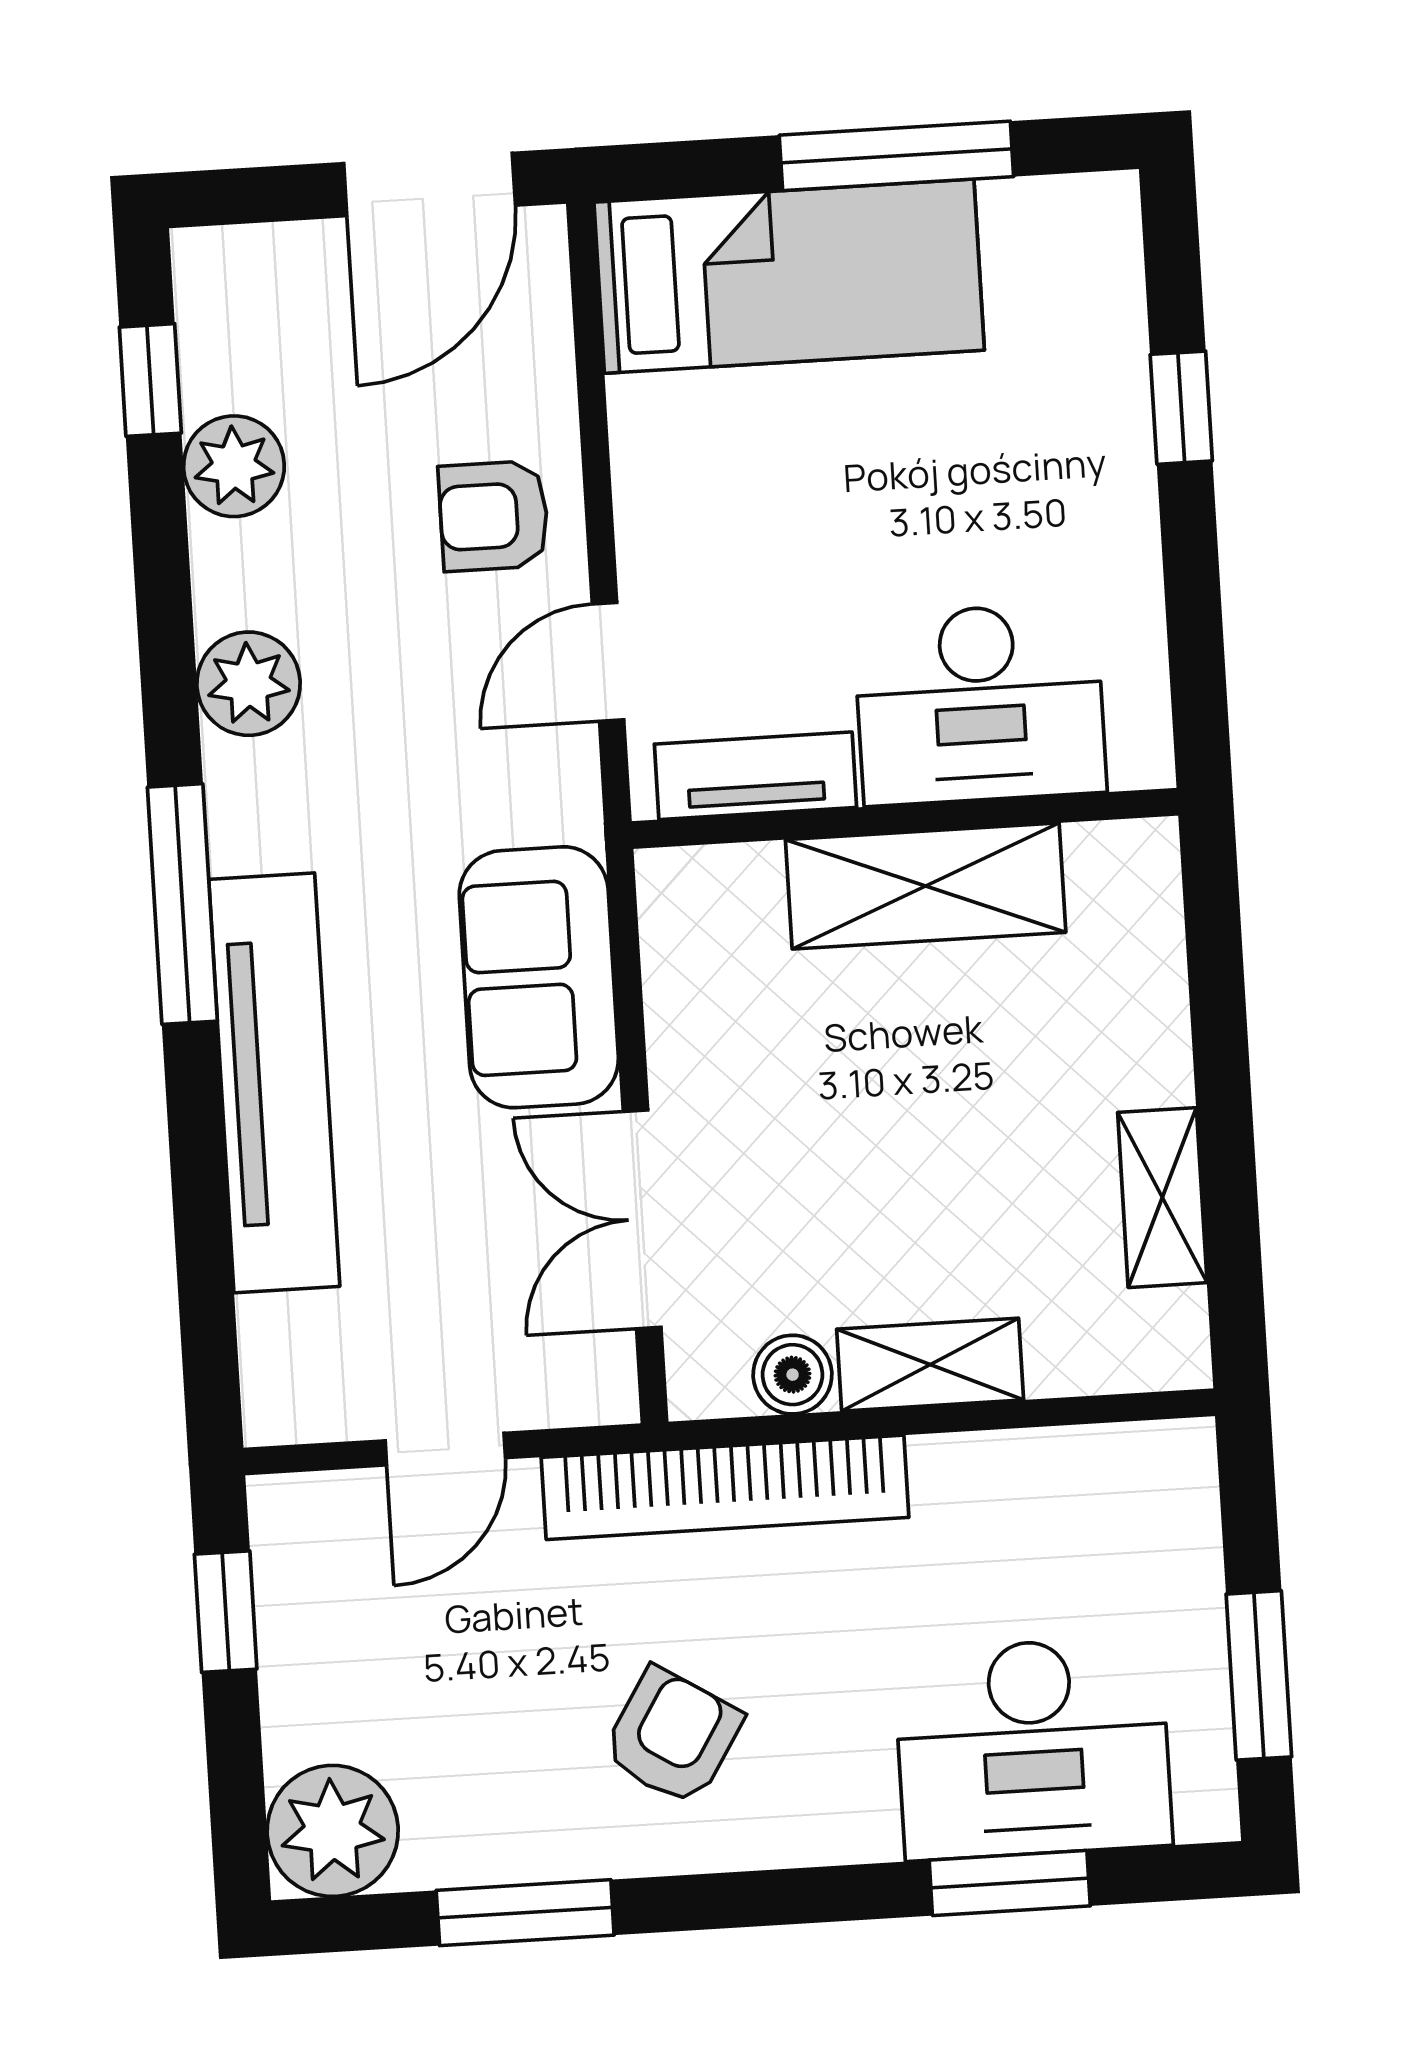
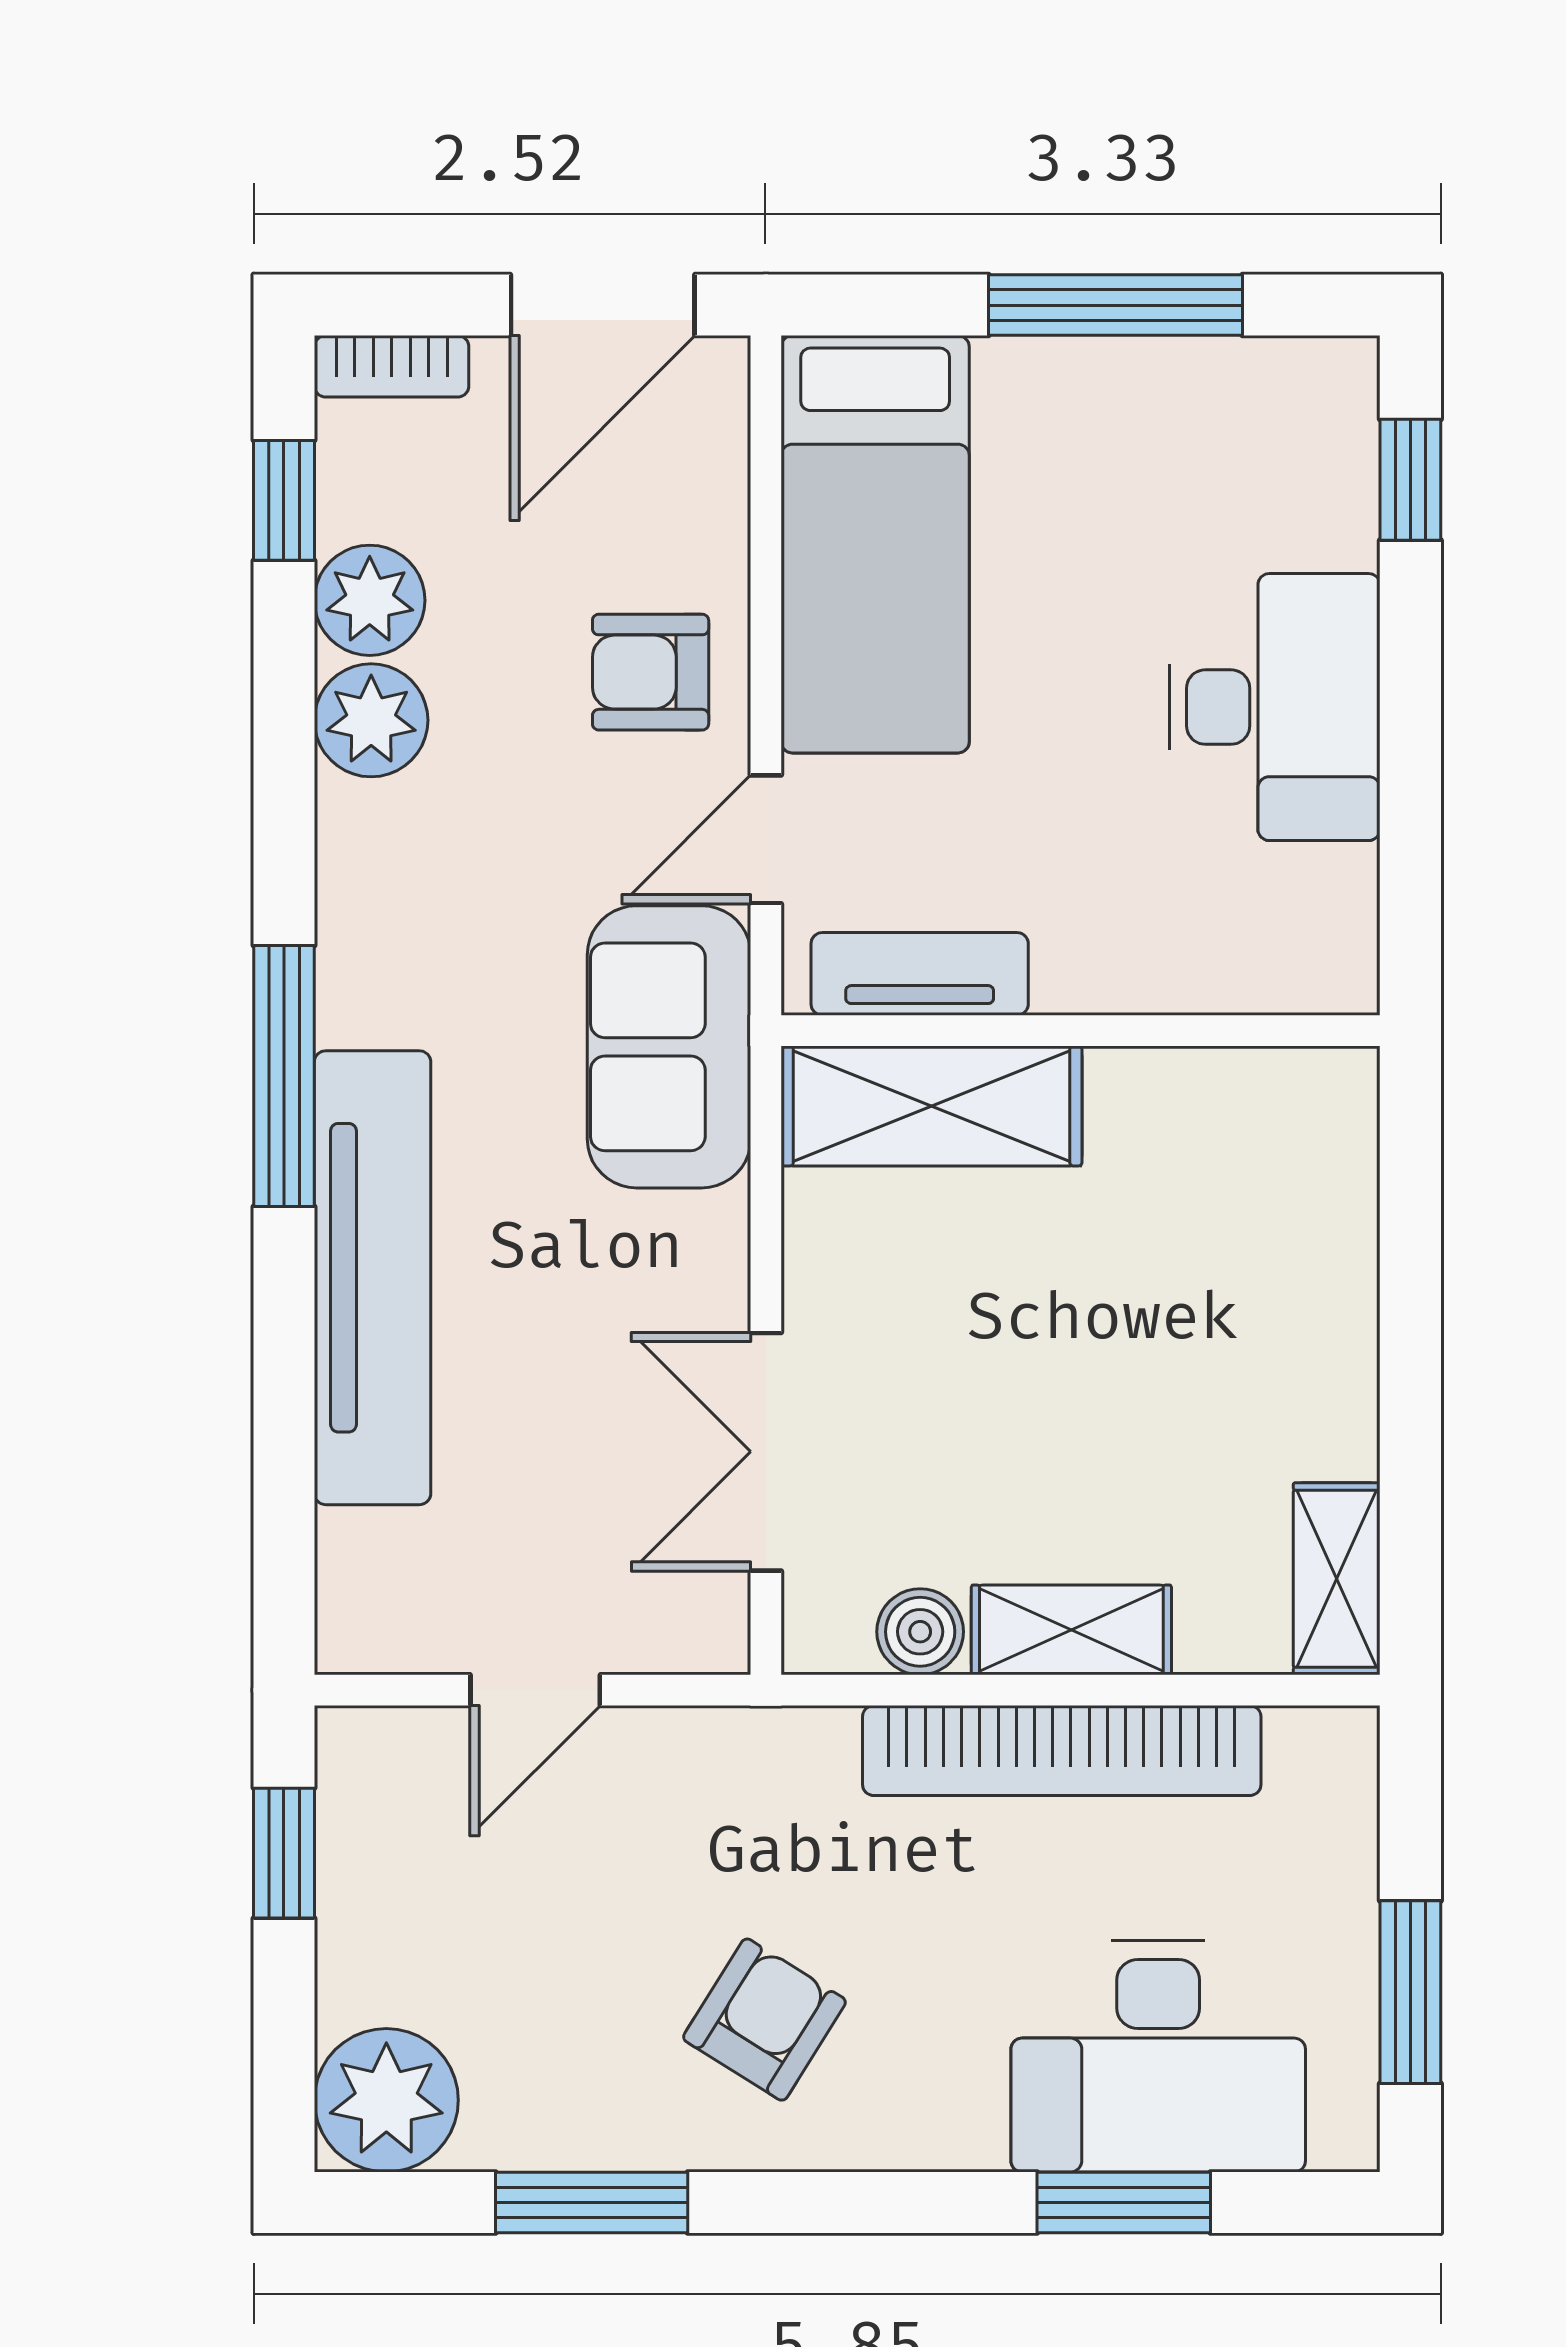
bookcase: (241, 252) -> (392, 366), added
bed: (789, 276) -> (875, 544), moved, turned 90
window: (1181, 408) -> (1410, 480), moved
plant: (249, 684) -> (371, 720), moved
desk: (980, 704) -> (1275, 707), moved, turned -90
shelving: (926, 886) -> (932, 1106), moved
sofa: (539, 977) -> (669, 1047), moved
shelving: (1162, 1198) -> (1337, 1579), moved
bookcase: (725, 1487) -> (1062, 1751), moved

